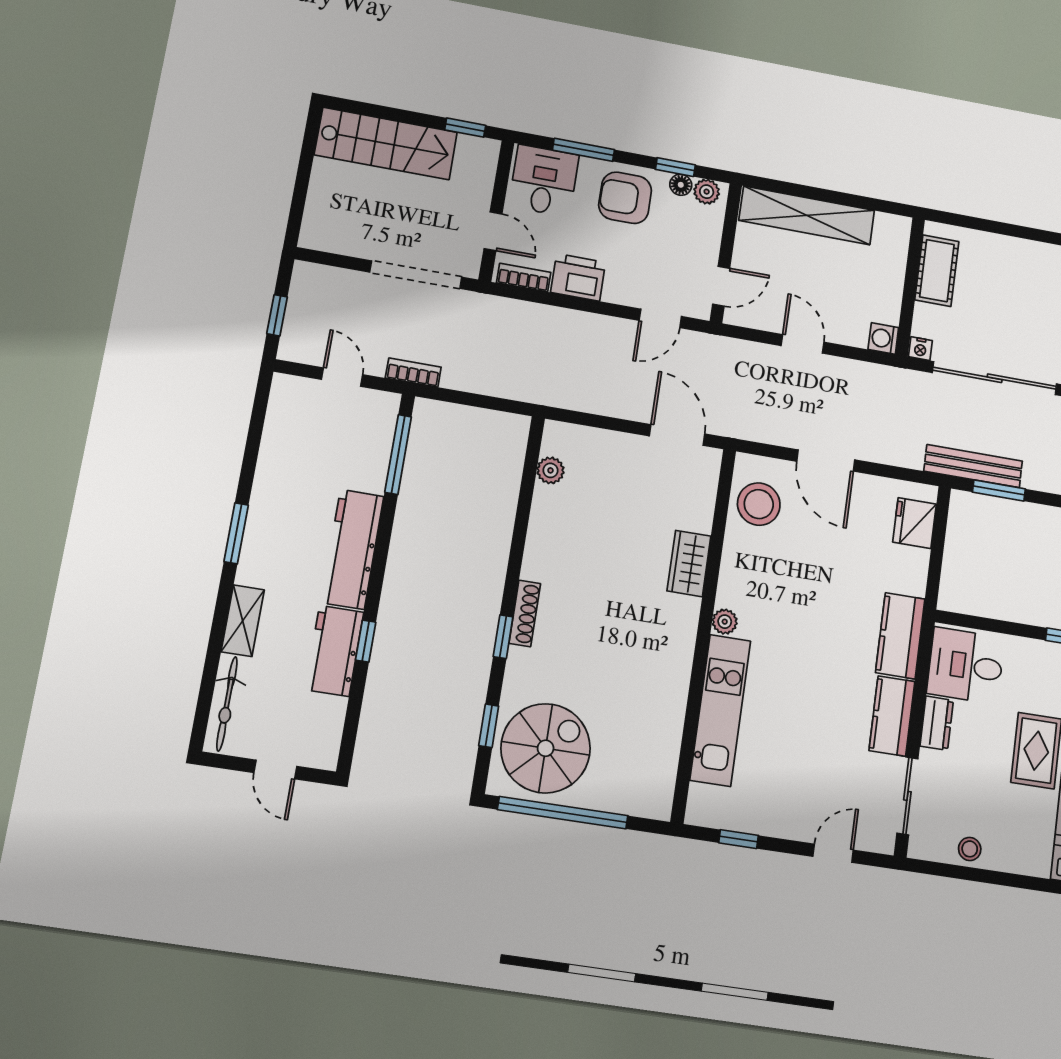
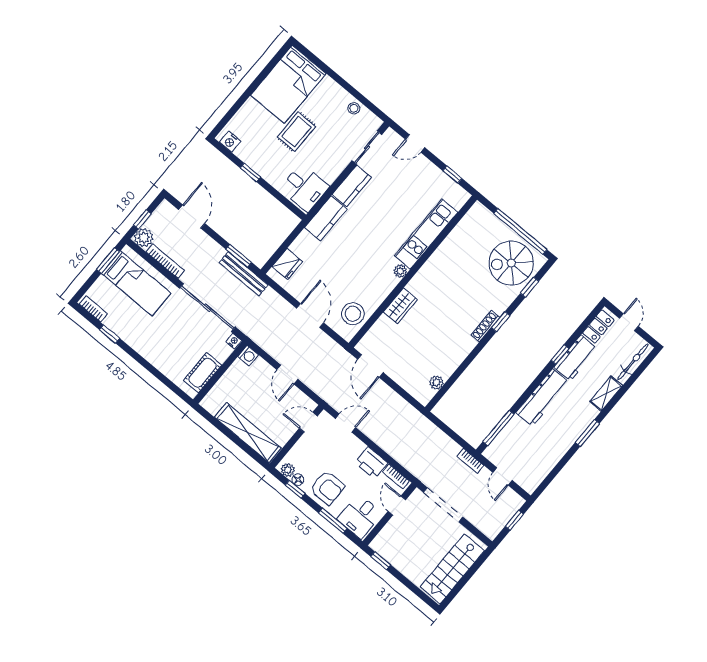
stairs: (386, 143) -> (452, 569), moved, turned -90
dresser: (937, 723) -> (334, 171), removed
locker: (326, 729) -> (598, 327), added

